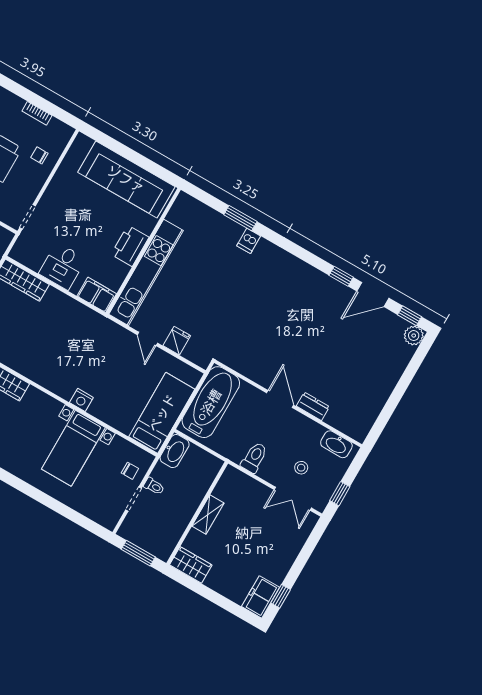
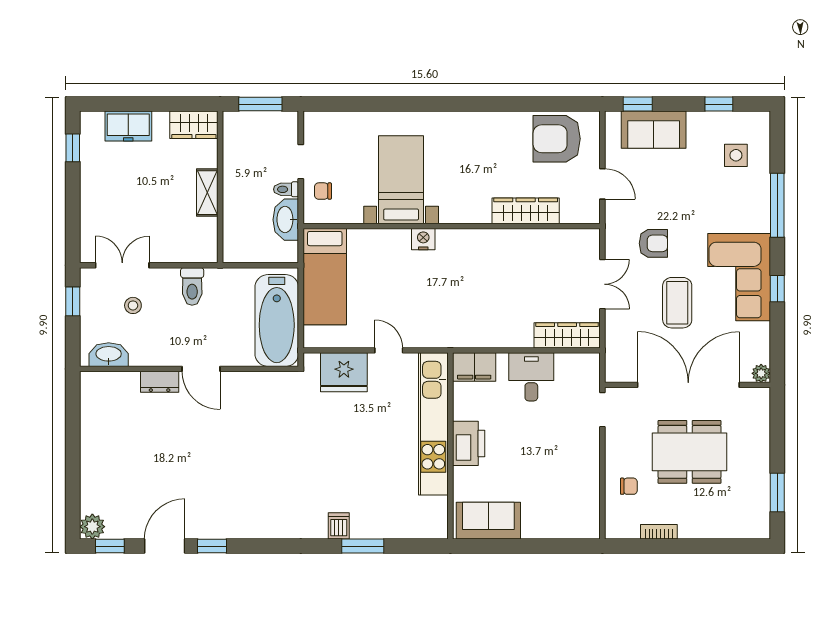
sofa: (126, 179) -> (488, 521), width x0.54, depth x0.79
fridge: (177, 341) -> (344, 372), width x1.88, depth x1.34
washbasin: (175, 451) -> (286, 220), moved
freezer: (261, 597) -> (128, 126), moved, turned 90

